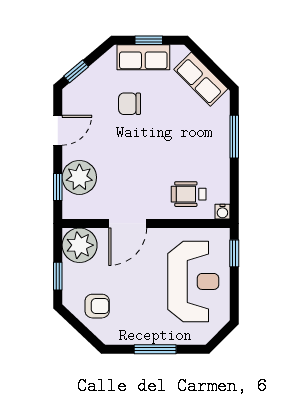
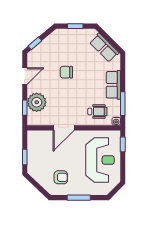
row of seats: (143, 57) -> (113, 85), moved, turned 90
chair: (130, 104) -> (66, 72), moved
window: (234, 137) -> (123, 104), moved
wheelchair: (189, 194) -> (97, 111), turned 180
plant: (80, 245) -> (37, 140), removed
armchair: (97, 306) -> (61, 177), moved

